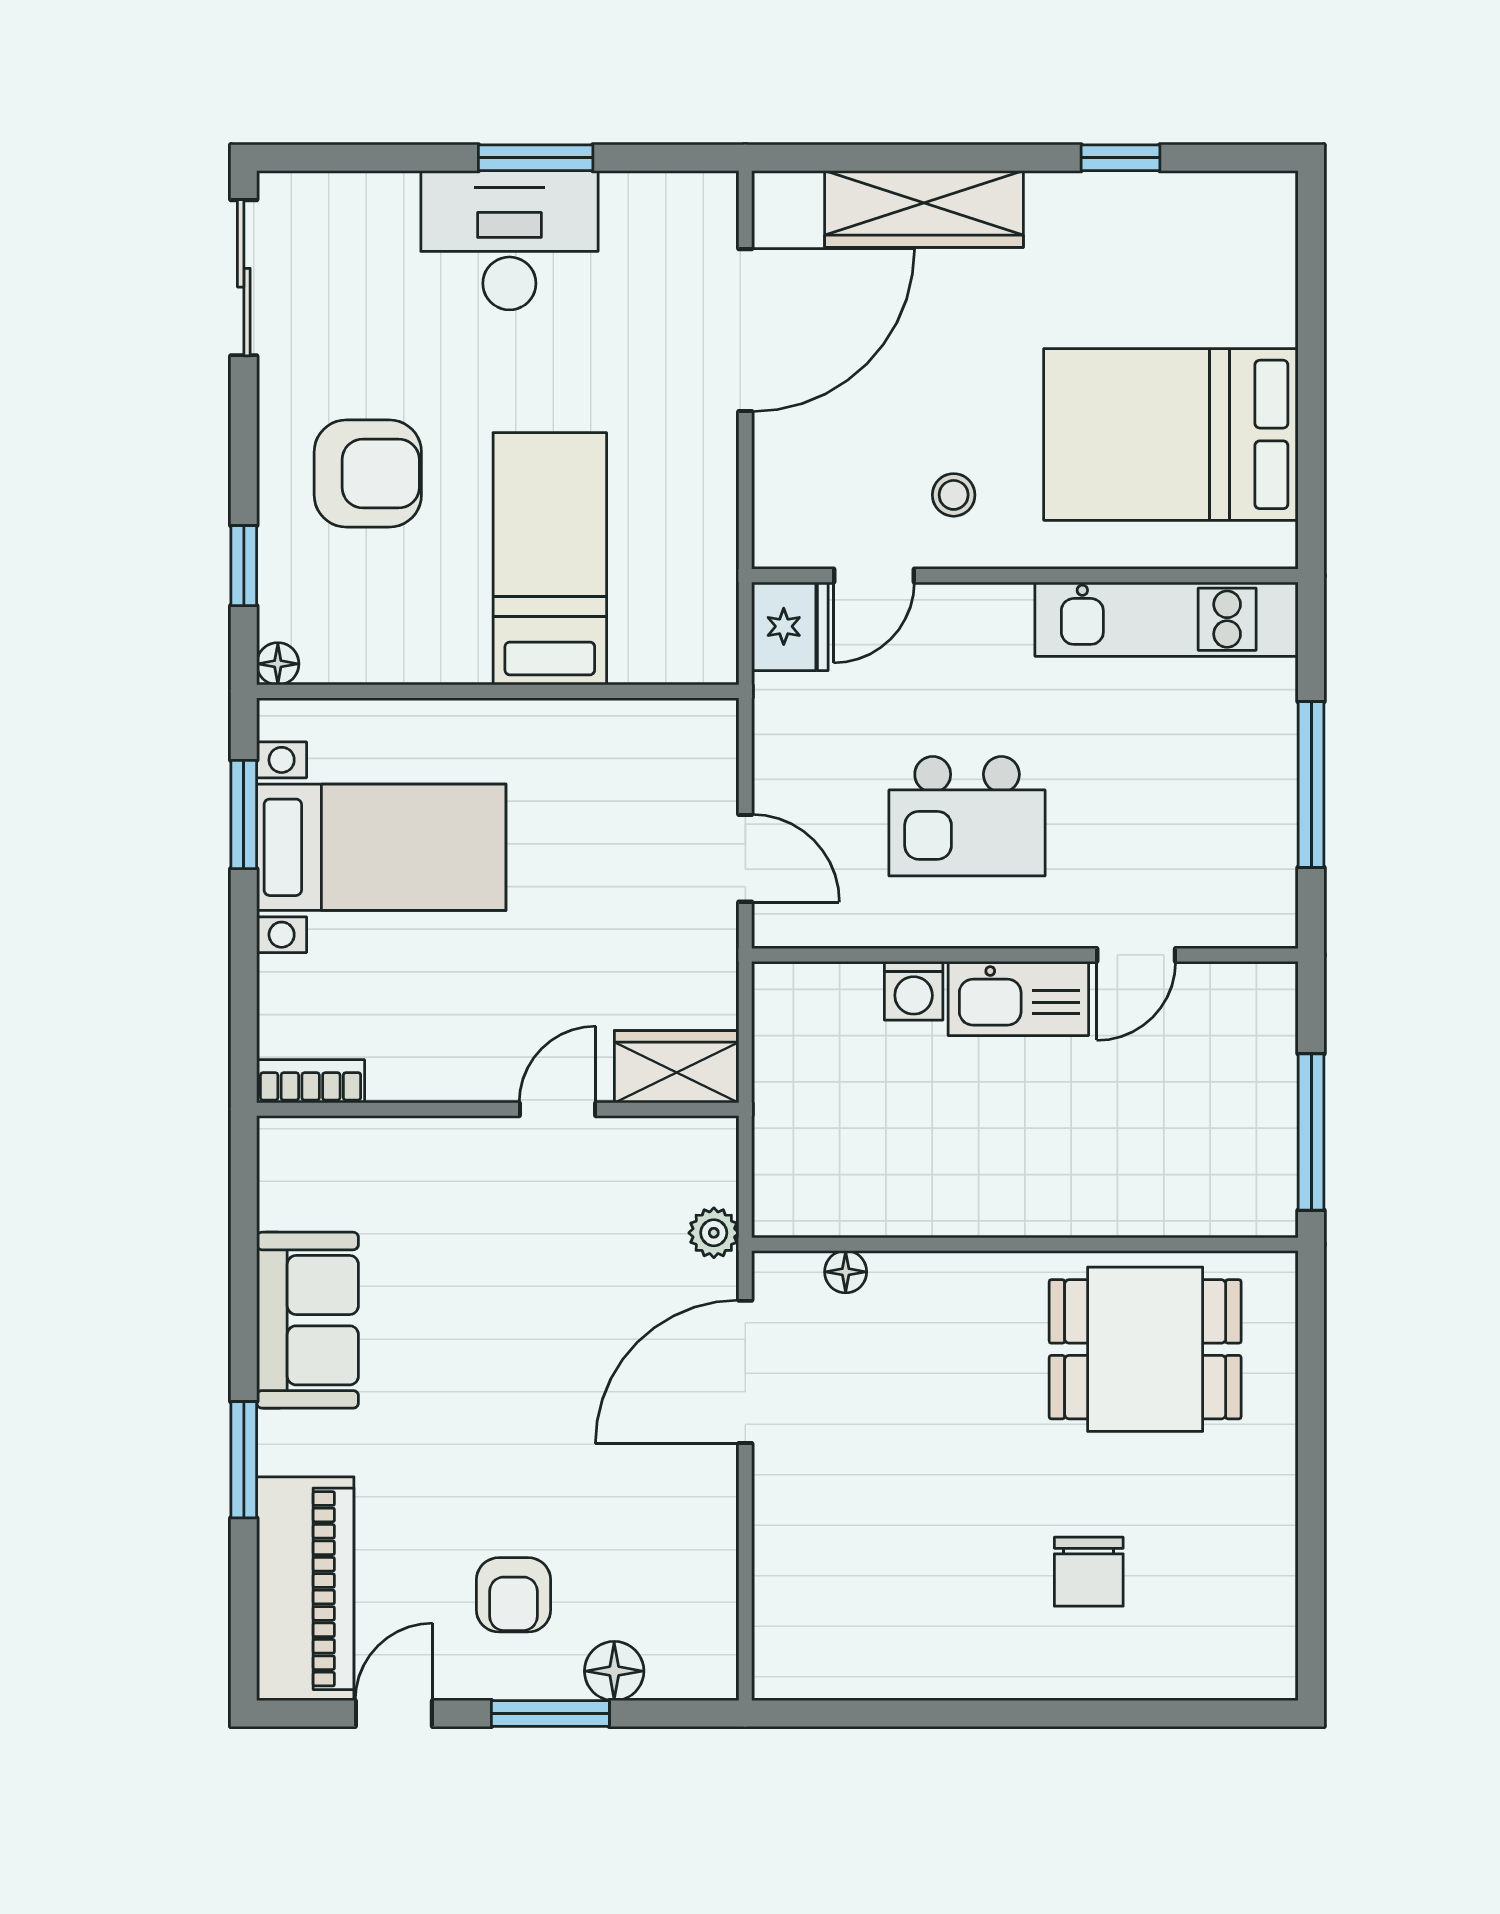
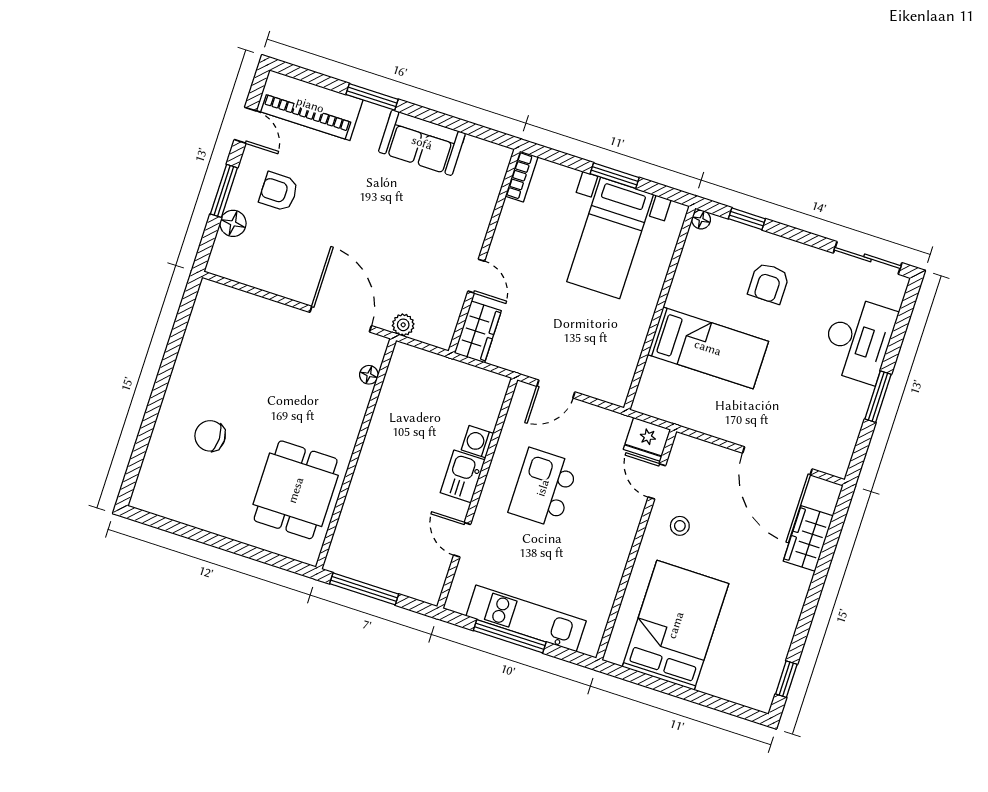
window: (1120, 158) -> (786, 679), moved
wardrobe: (924, 209) -> (808, 538), width x0.67
desk: (509, 240) -> (858, 340), moved
armchair: (368, 473) -> (769, 283), width x0.72, depth x0.72
kitchen unit: (1167, 619) -> (526, 618), moved, turned 90
window: (244, 815) -> (615, 176), moved
kitchen sink: (1018, 998) -> (463, 476), width x0.73

